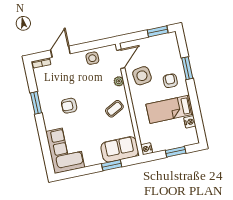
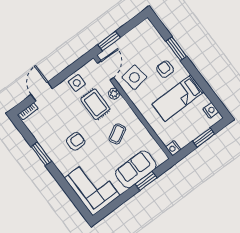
window: (158, 31) -> (109, 41), moved
rug: (99, 83) -> (95, 104), added
armchair: (69, 106) -> (76, 141), turned 180
coffee table: (114, 109) -> (117, 134), moved
nightstand: (190, 122) -> (211, 110), moved
sofa: (120, 149) -> (136, 169), moved

